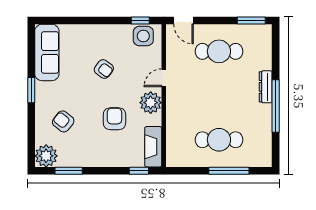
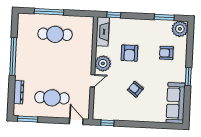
side table: (143, 36) -> (106, 112), removed
dresser: (266, 87) -> (19, 92), moved
armchair: (63, 121) -> (166, 53), turned 141

